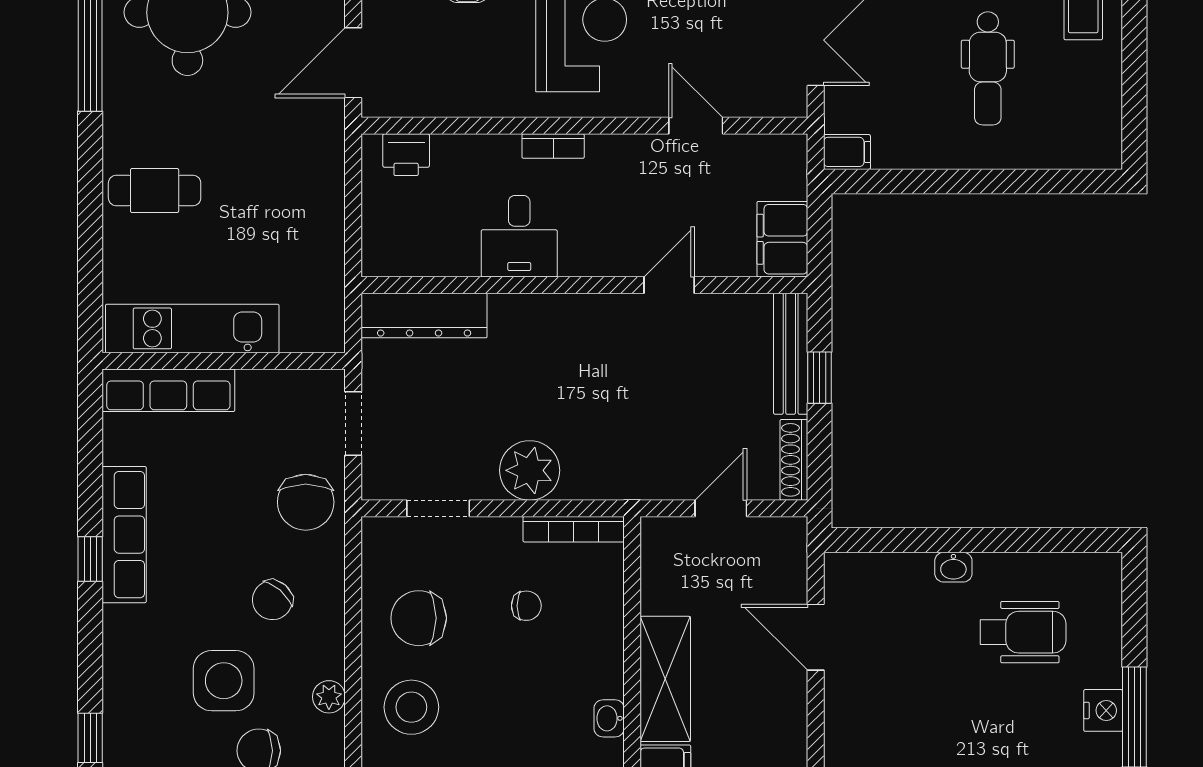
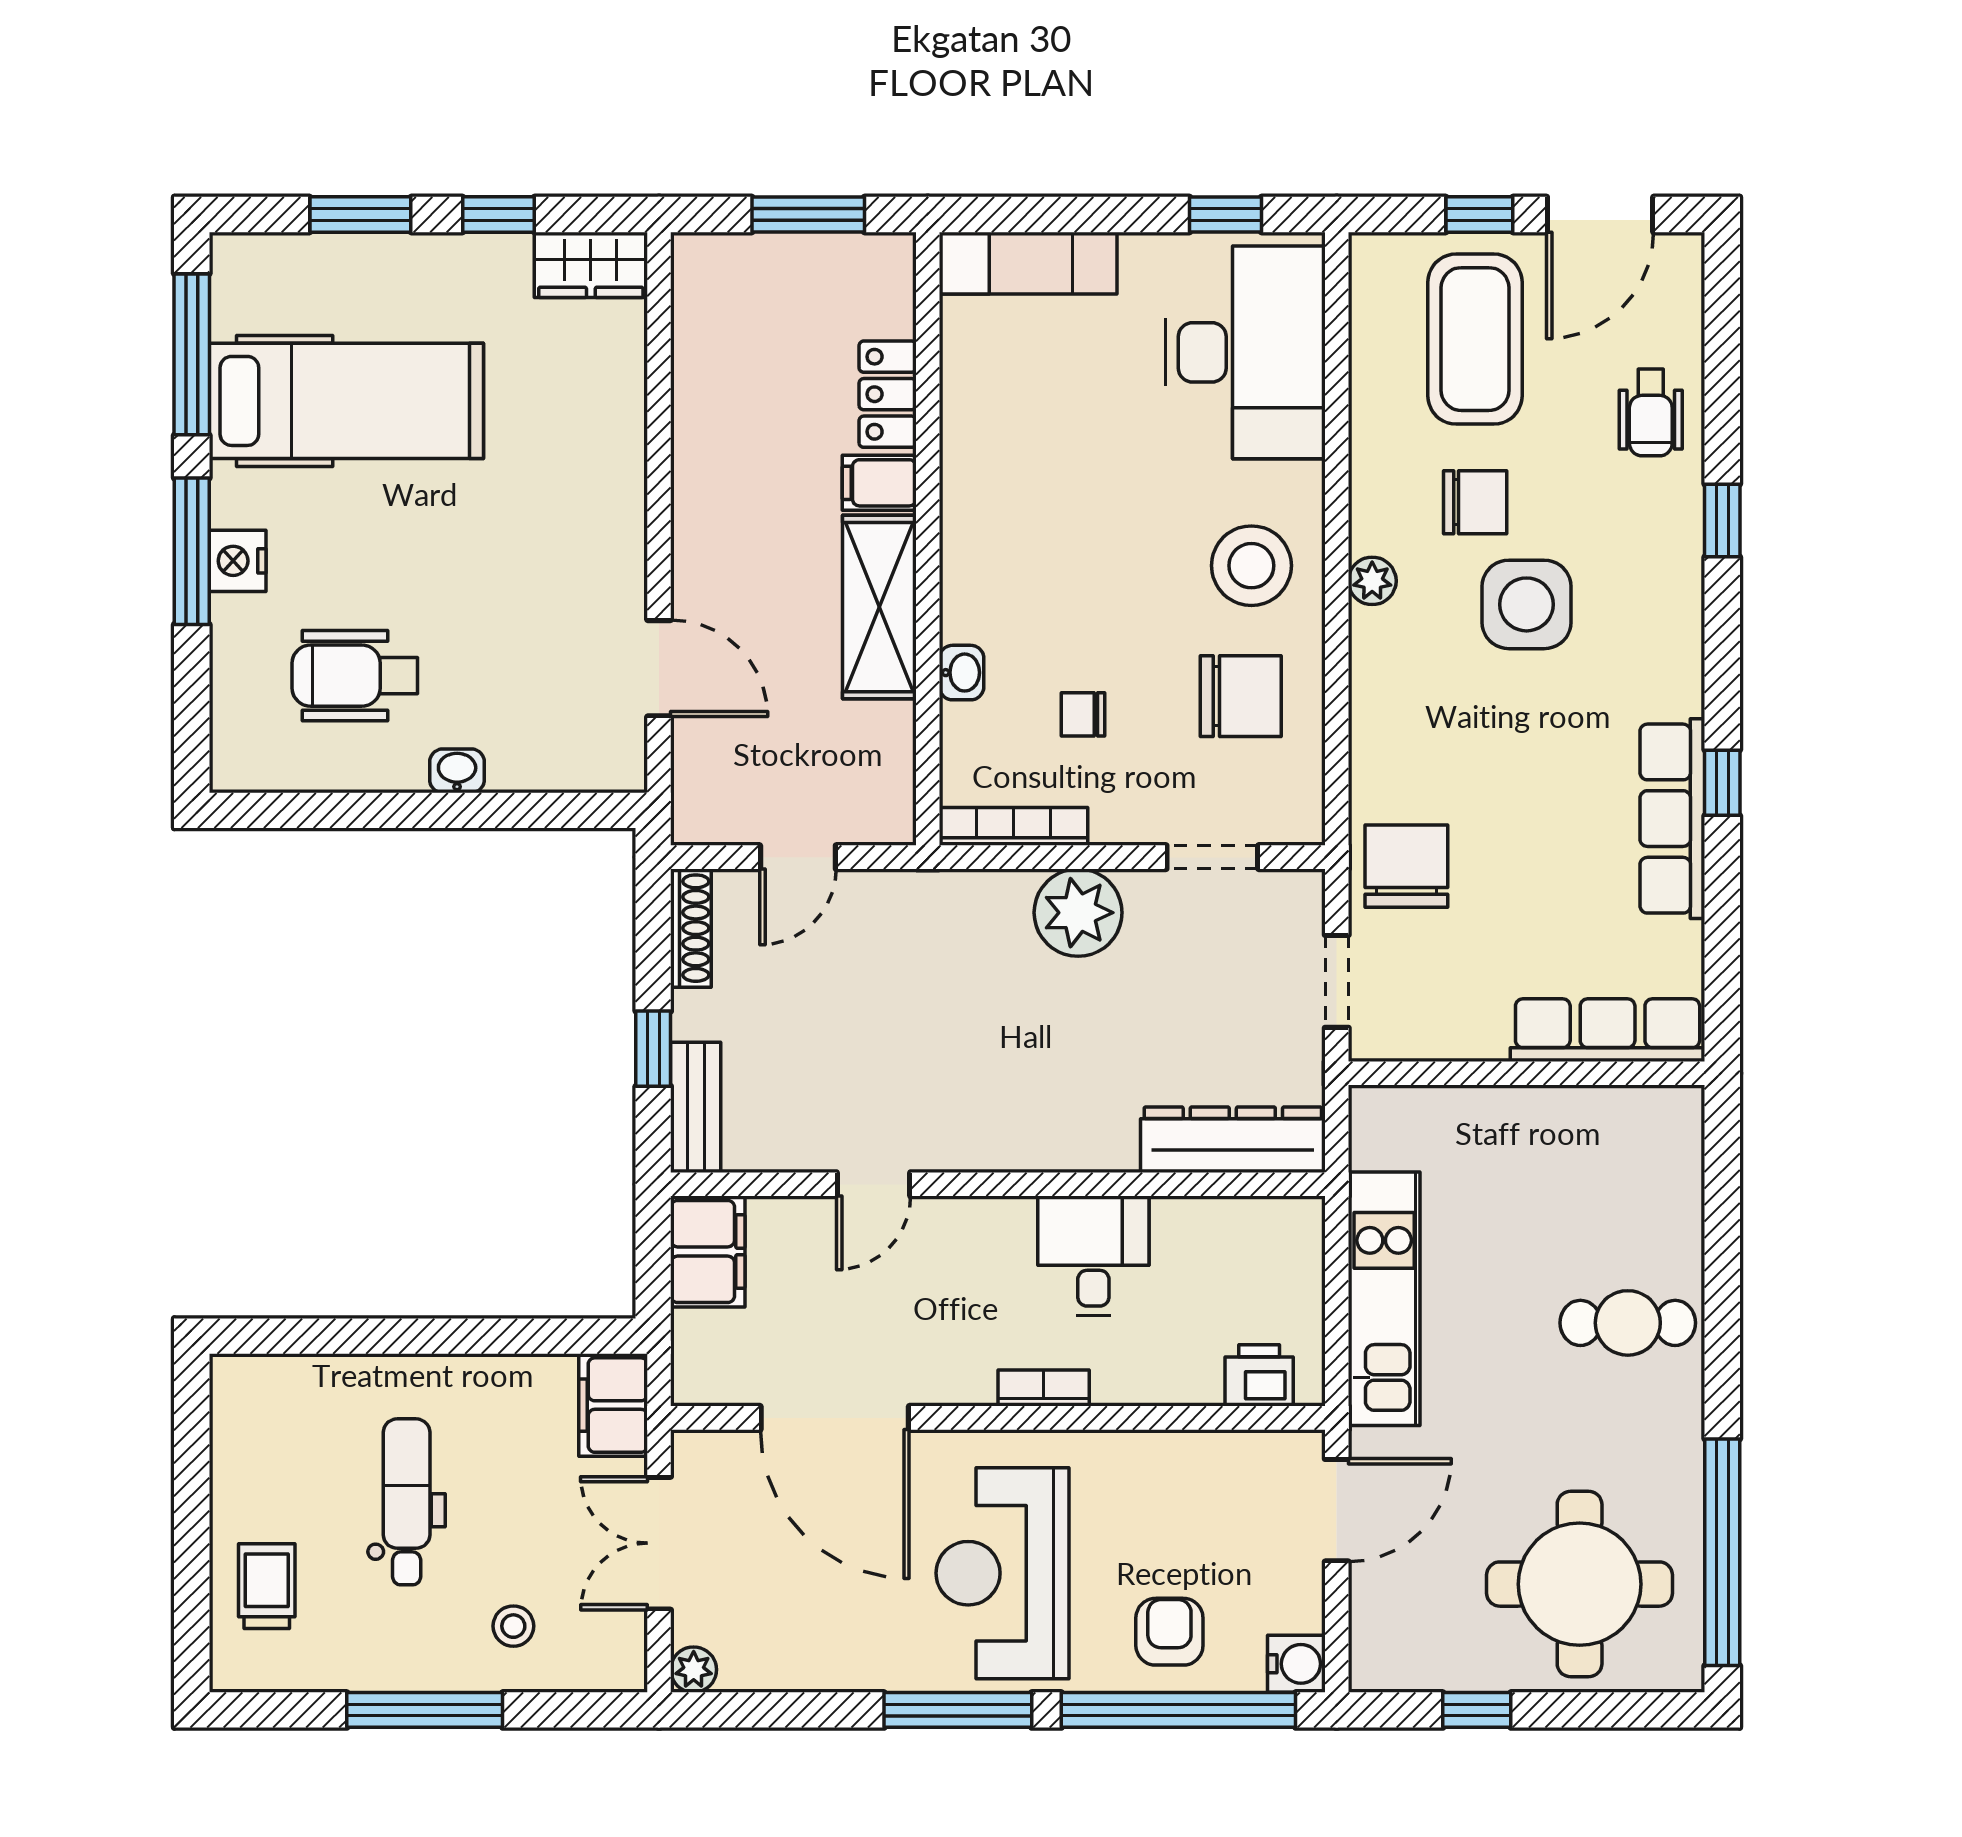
door: (696, 126) -> (835, 1418), width x1.87
filing cabinet: (847, 152) -> (613, 1405), width x2.00
kitchen unit: (192, 328) -> (1384, 1299), moved, turned -90
bench: (791, 354) -> (696, 1107), width x0.73
chair: (272, 600) -> (1455, 723), removed
washbasin: (609, 718) -> (962, 673), moved

